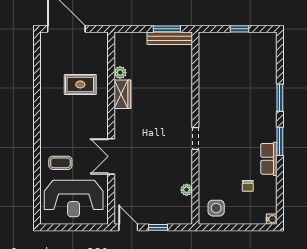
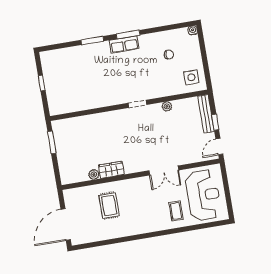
bench: (170, 38) -> (206, 114), moved
row of seats: (269, 159) -> (124, 44), moved
plant: (187, 190) -> (167, 106), moved

